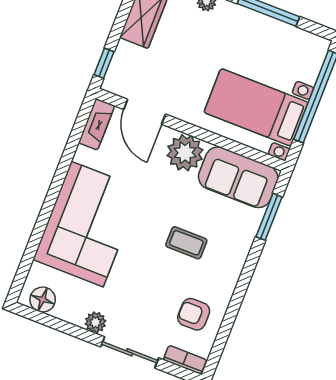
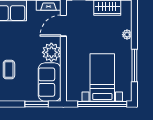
bed with nightstands: (256, 107) -> (102, 78), moved

